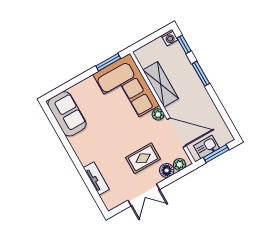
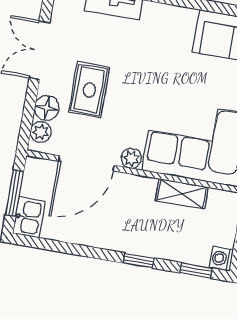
window: (201, 74) -> (139, 260), width x0.67
shelving: (161, 84) -> (182, 194), width x0.67, depth x0.75
kitchen sink: (206, 147) -> (29, 217), moved

